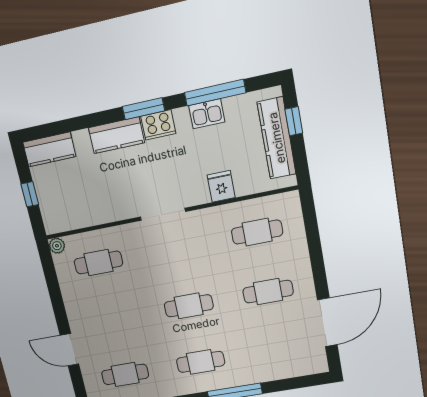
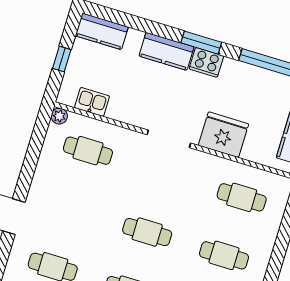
kitchen sink: (207, 114) -> (92, 102), moved, turned 180
fridge: (221, 186) -> (223, 135), width x1.88, depth x1.34

